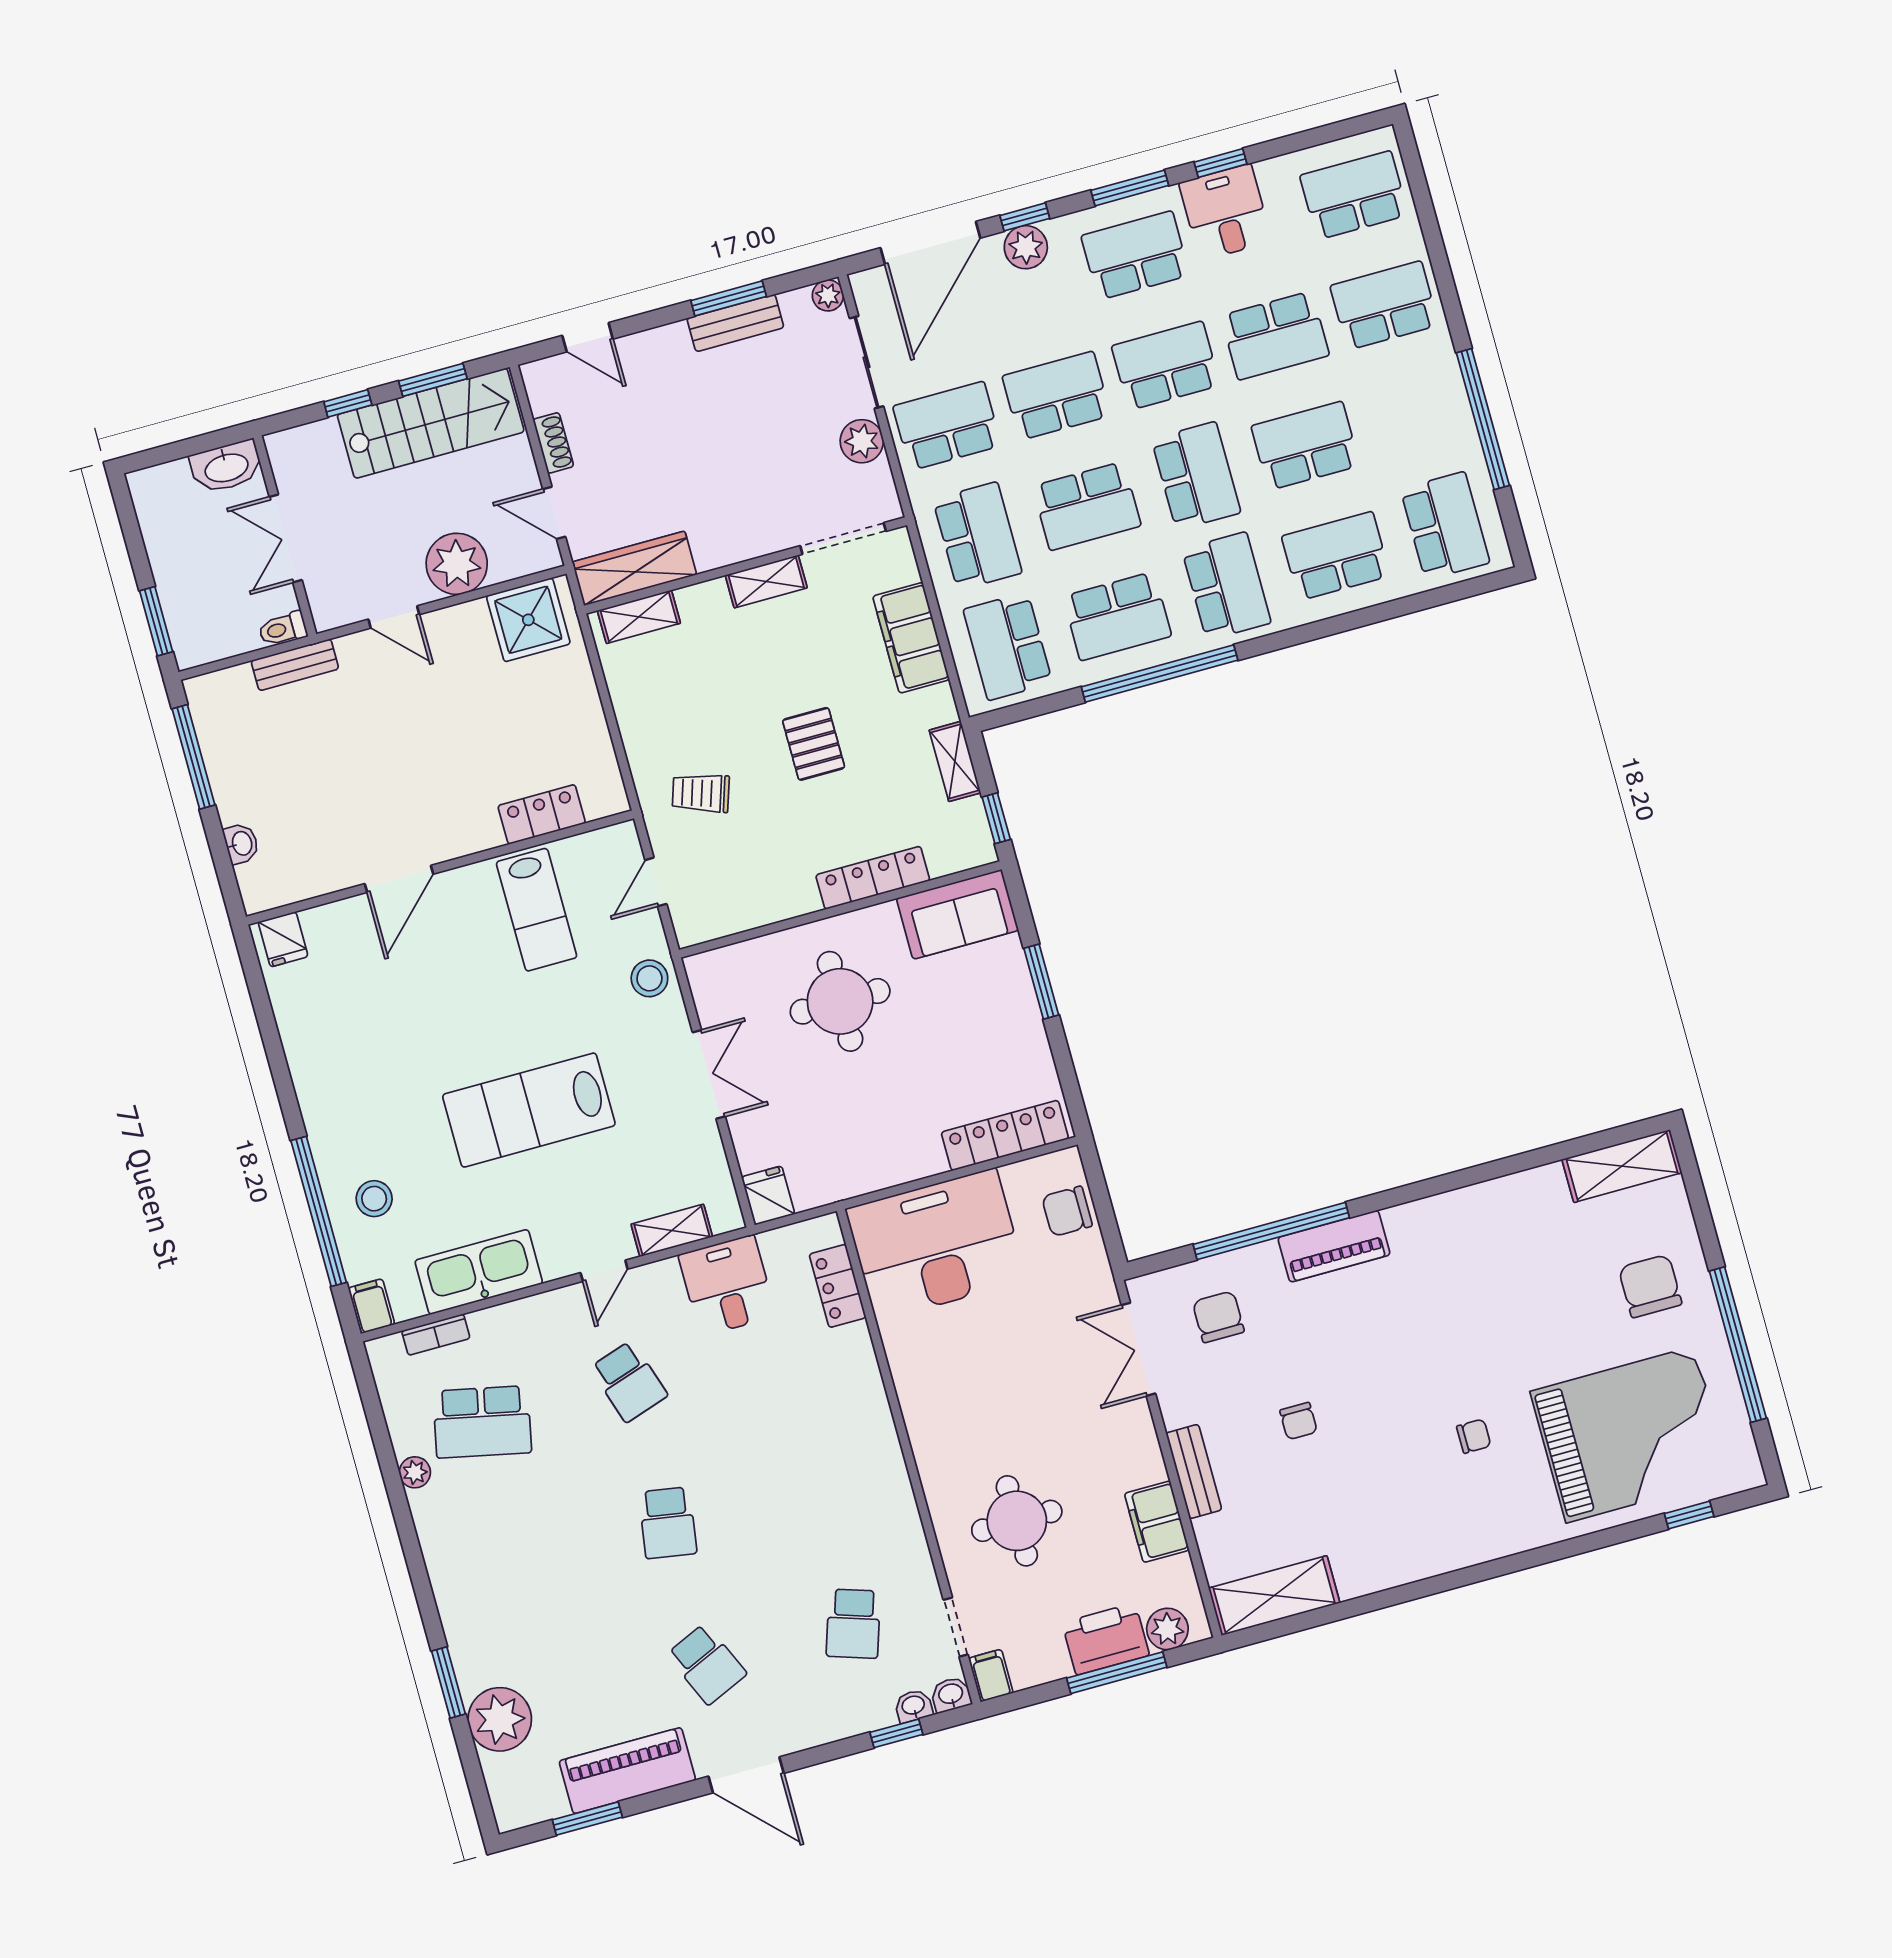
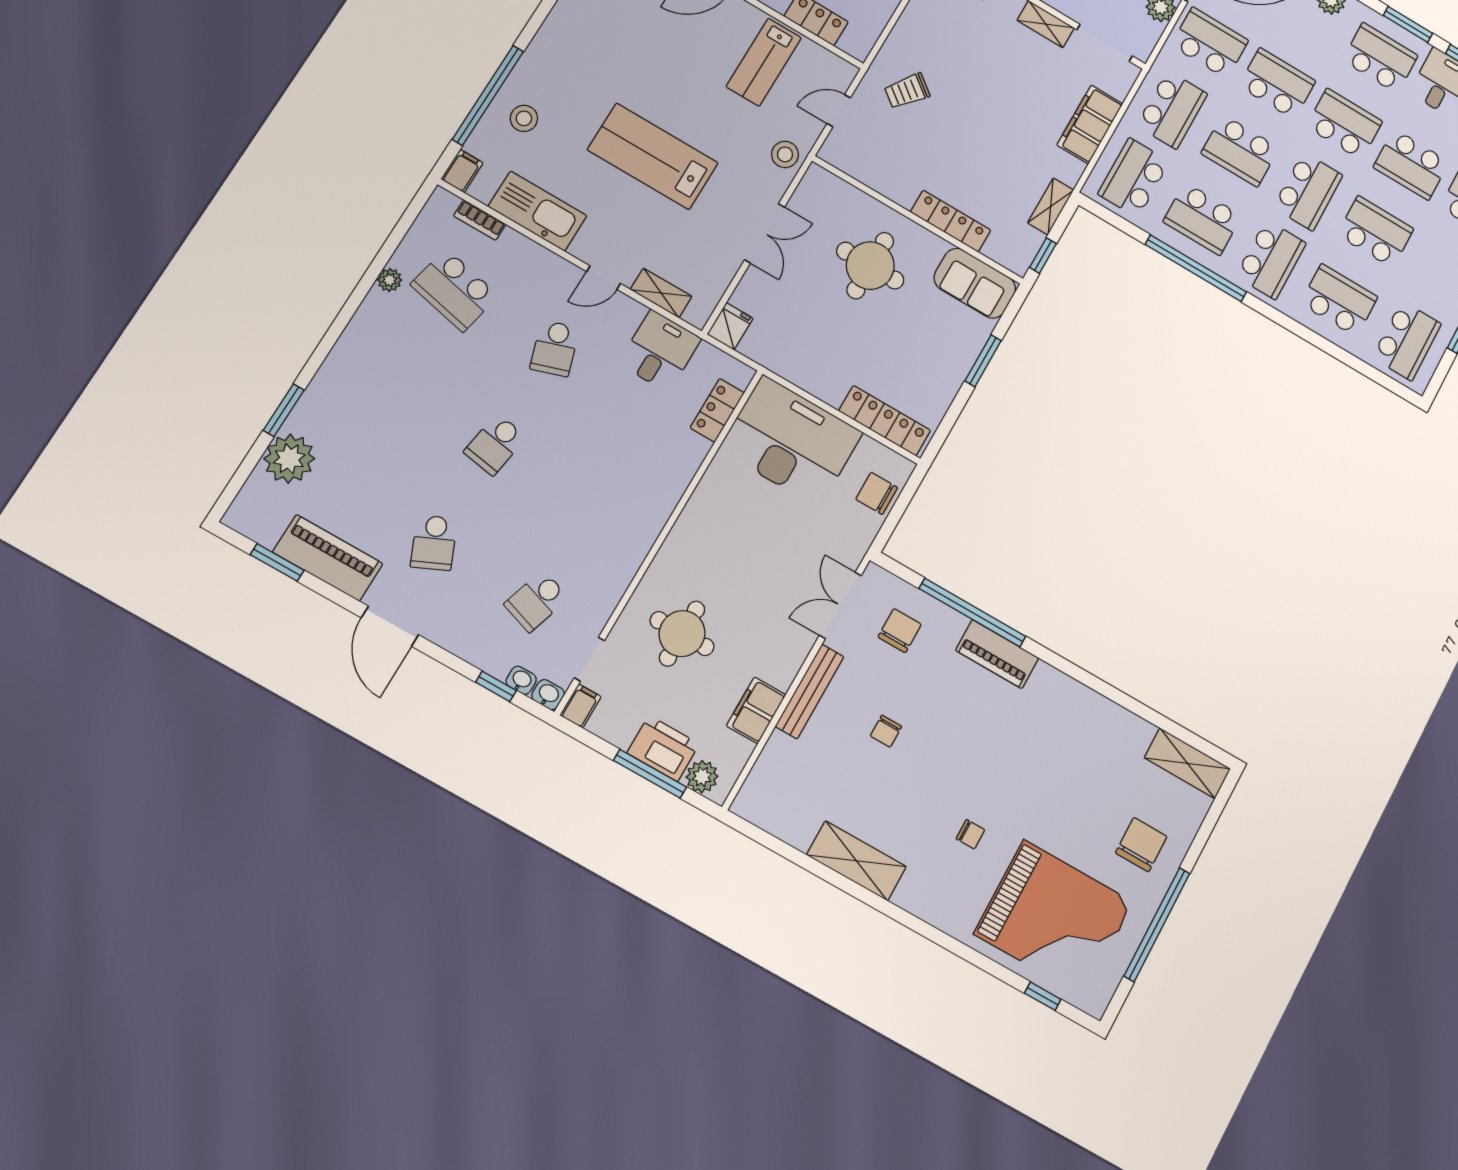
pallet: (814, 744) -> (989, 125), removed
trolley: (701, 793) -> (907, 91), turned -70
bench: (1194, 1471) -> (810, 691), width x1.36
shelving: (1274, 1596) -> (856, 861), moved

